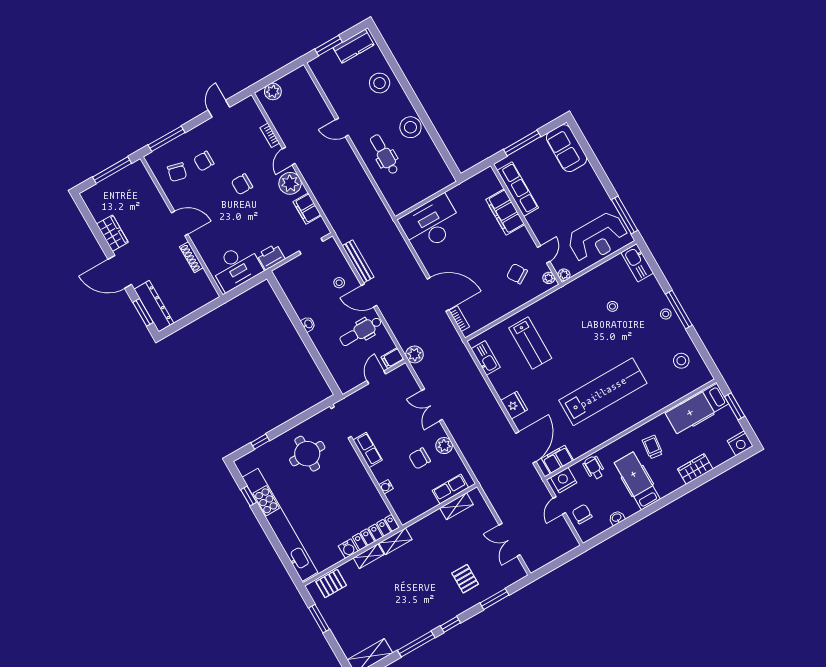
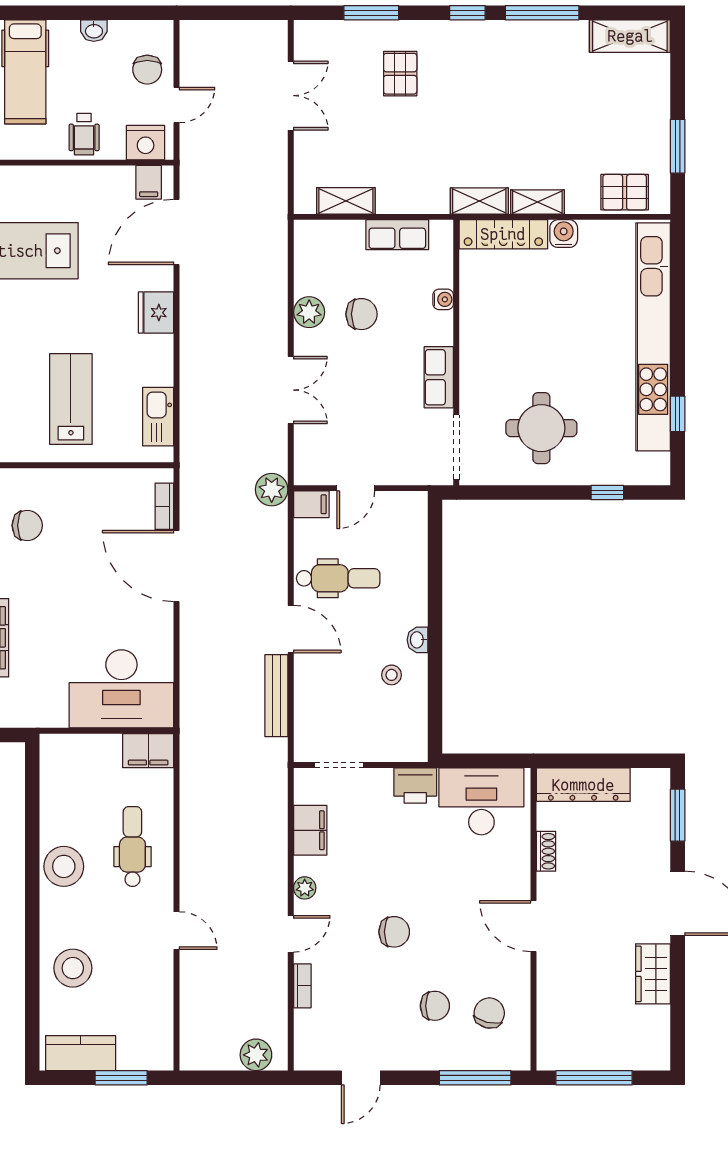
dental chair: (384, 154) -> (132, 847), turned 180
plant: (290, 183) -> (305, 888), width x0.53, depth x0.53
filing cabinet: (402, 202) -> (148, 751), added
shoe rack: (191, 257) -> (546, 851), width x0.70
chair: (517, 274) -> (27, 525), turned -58
stool: (339, 283) -> (392, 675), moved
dresser: (154, 306) -> (583, 785), moved, turned -90
filing cabinet: (558, 459) -> (149, 182), width x0.50
row of seats: (450, 489) -> (397, 235), moved

